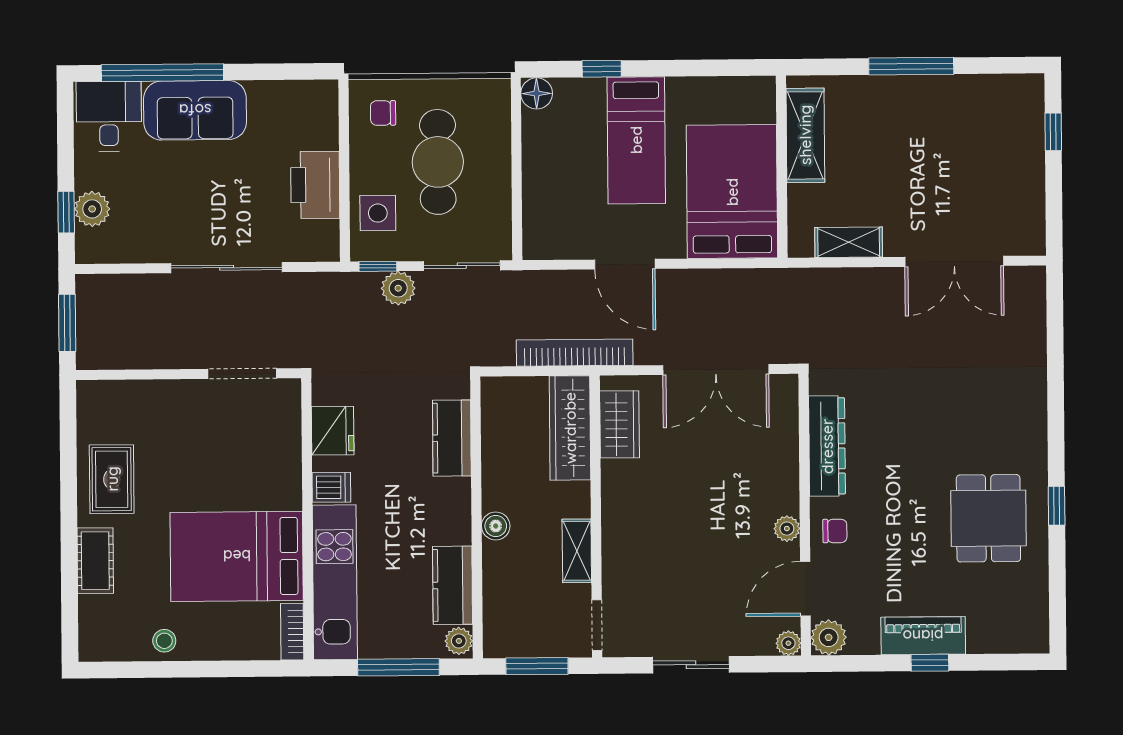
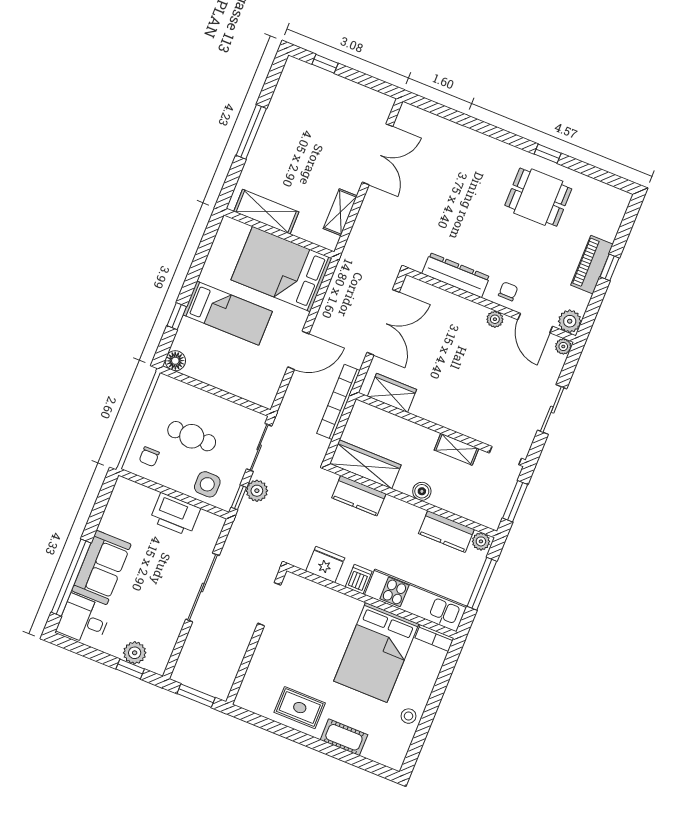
cafe table: (438, 162) -> (192, 436), width x0.73, depth x0.74
wardrobe: (570, 428) -> (365, 464), moved, turned 180

